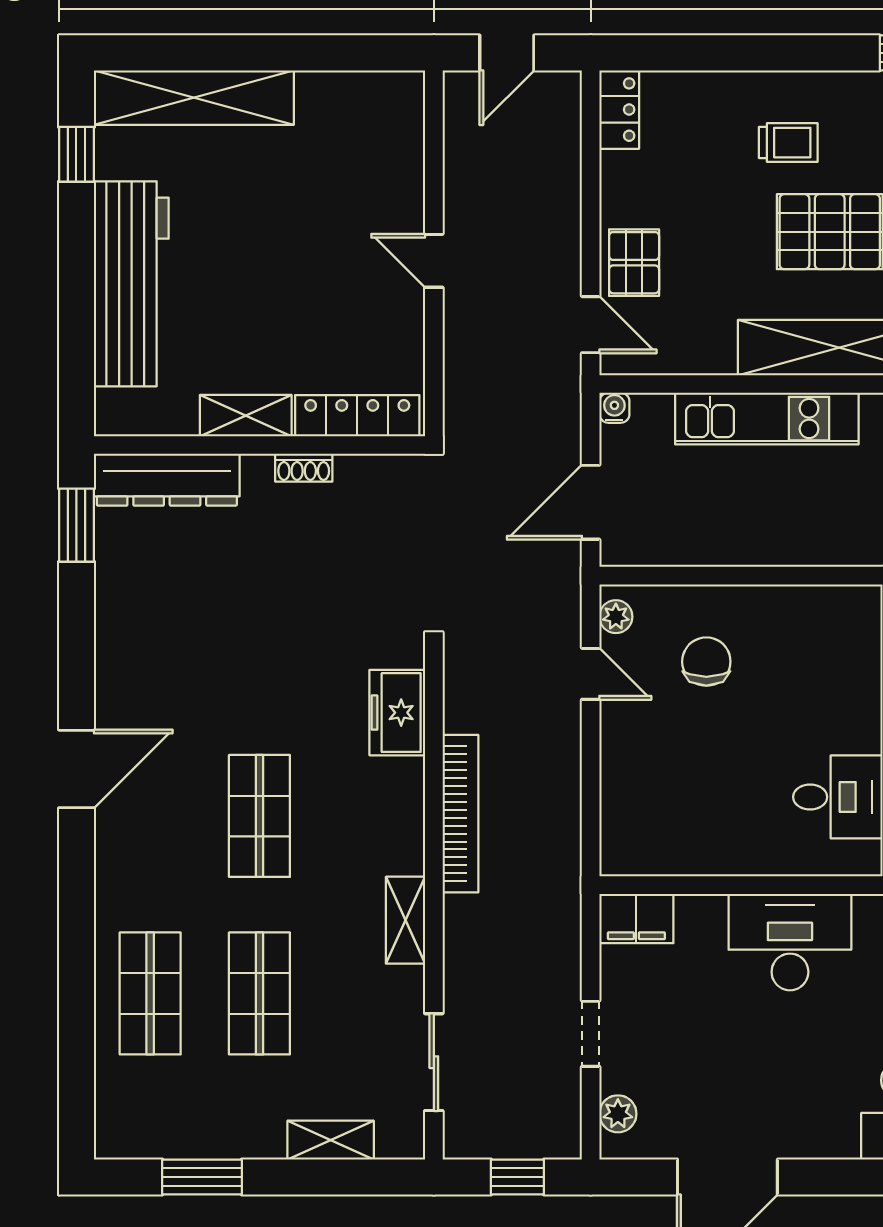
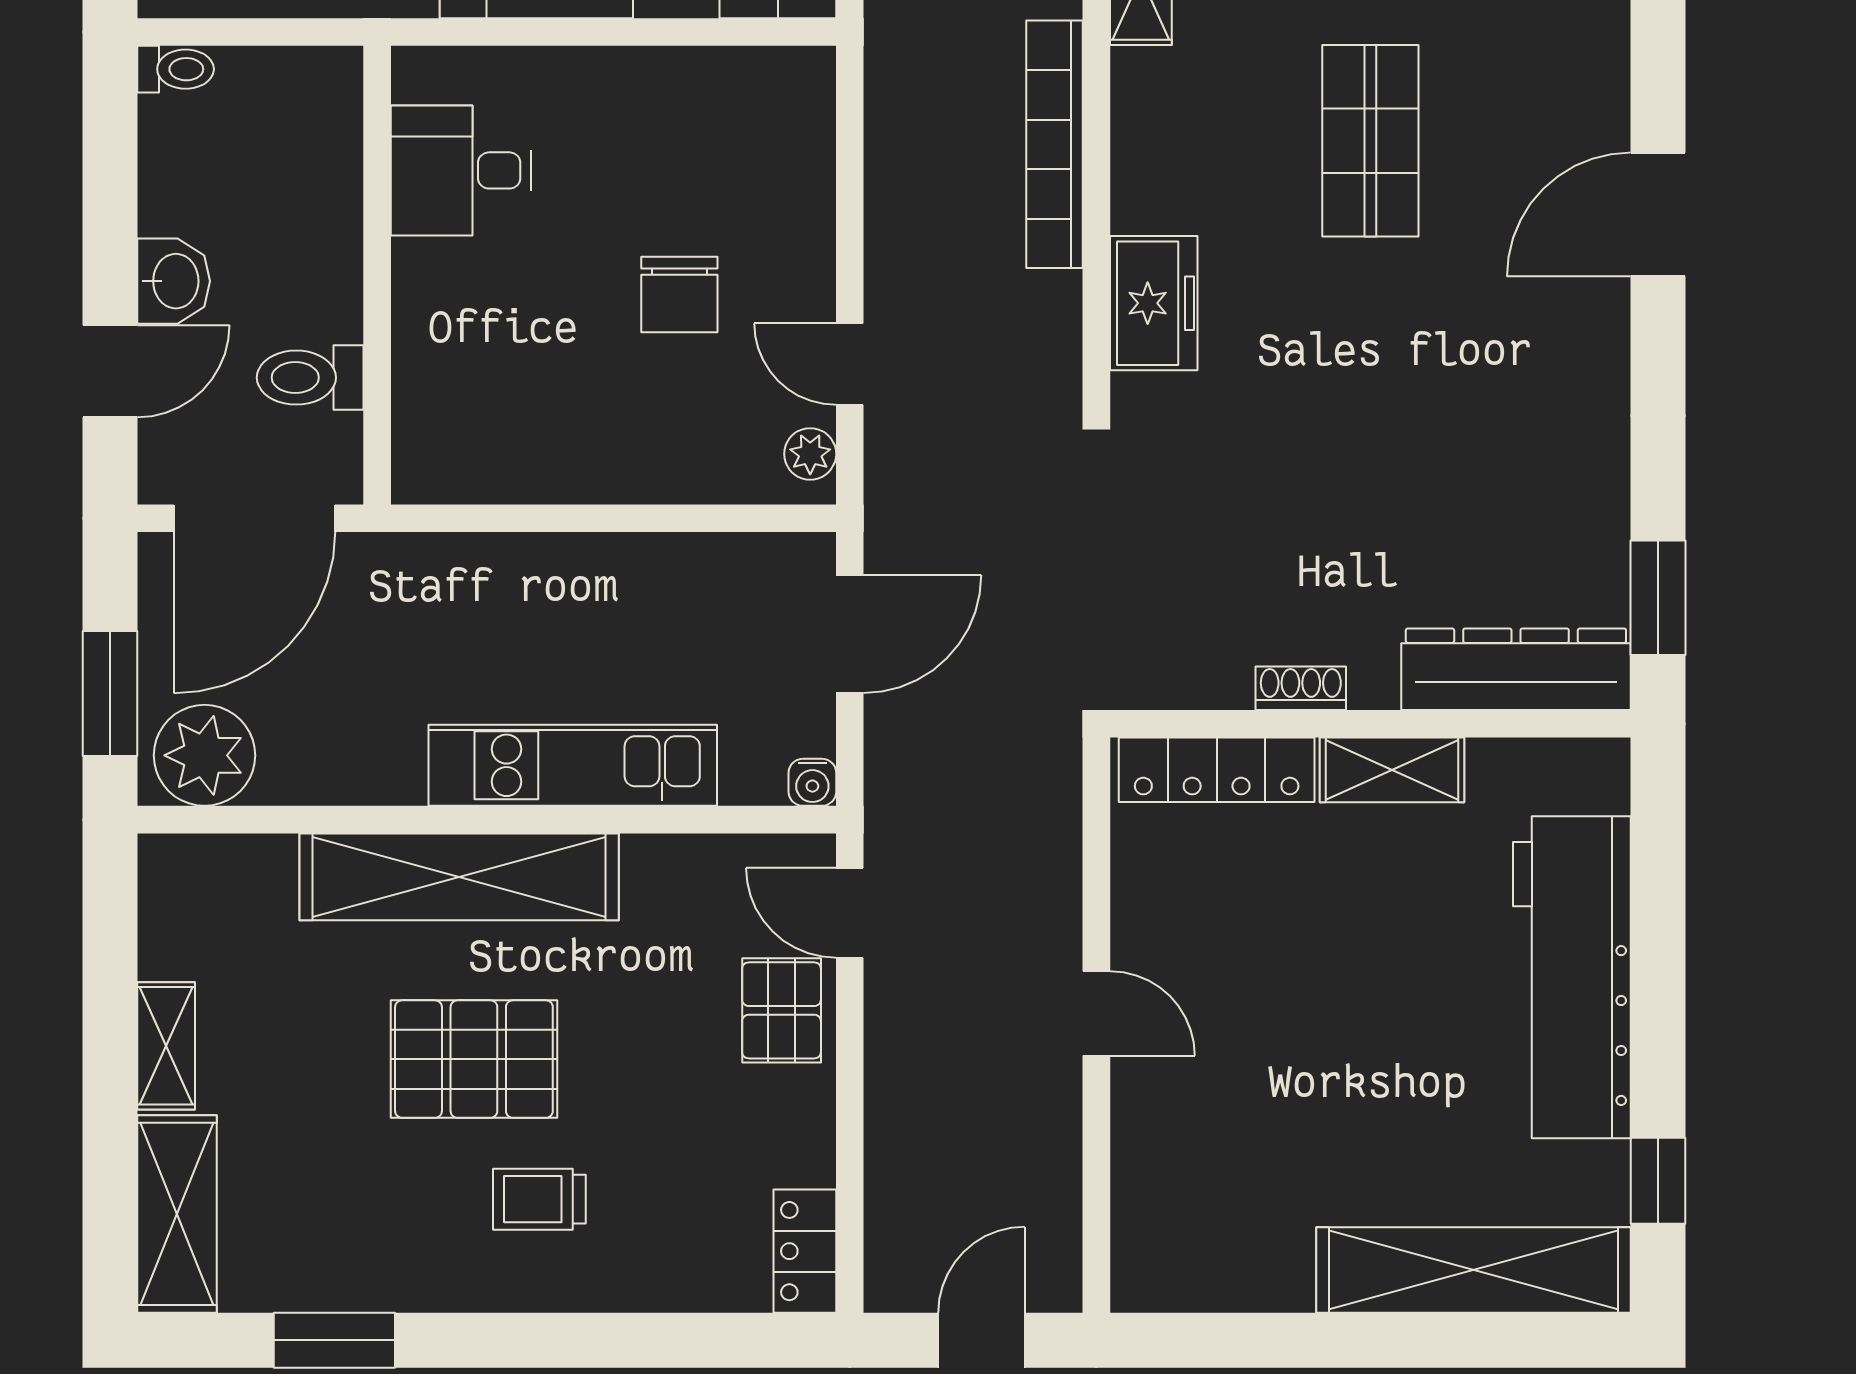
chair: (706, 662) -> (679, 294), moved

